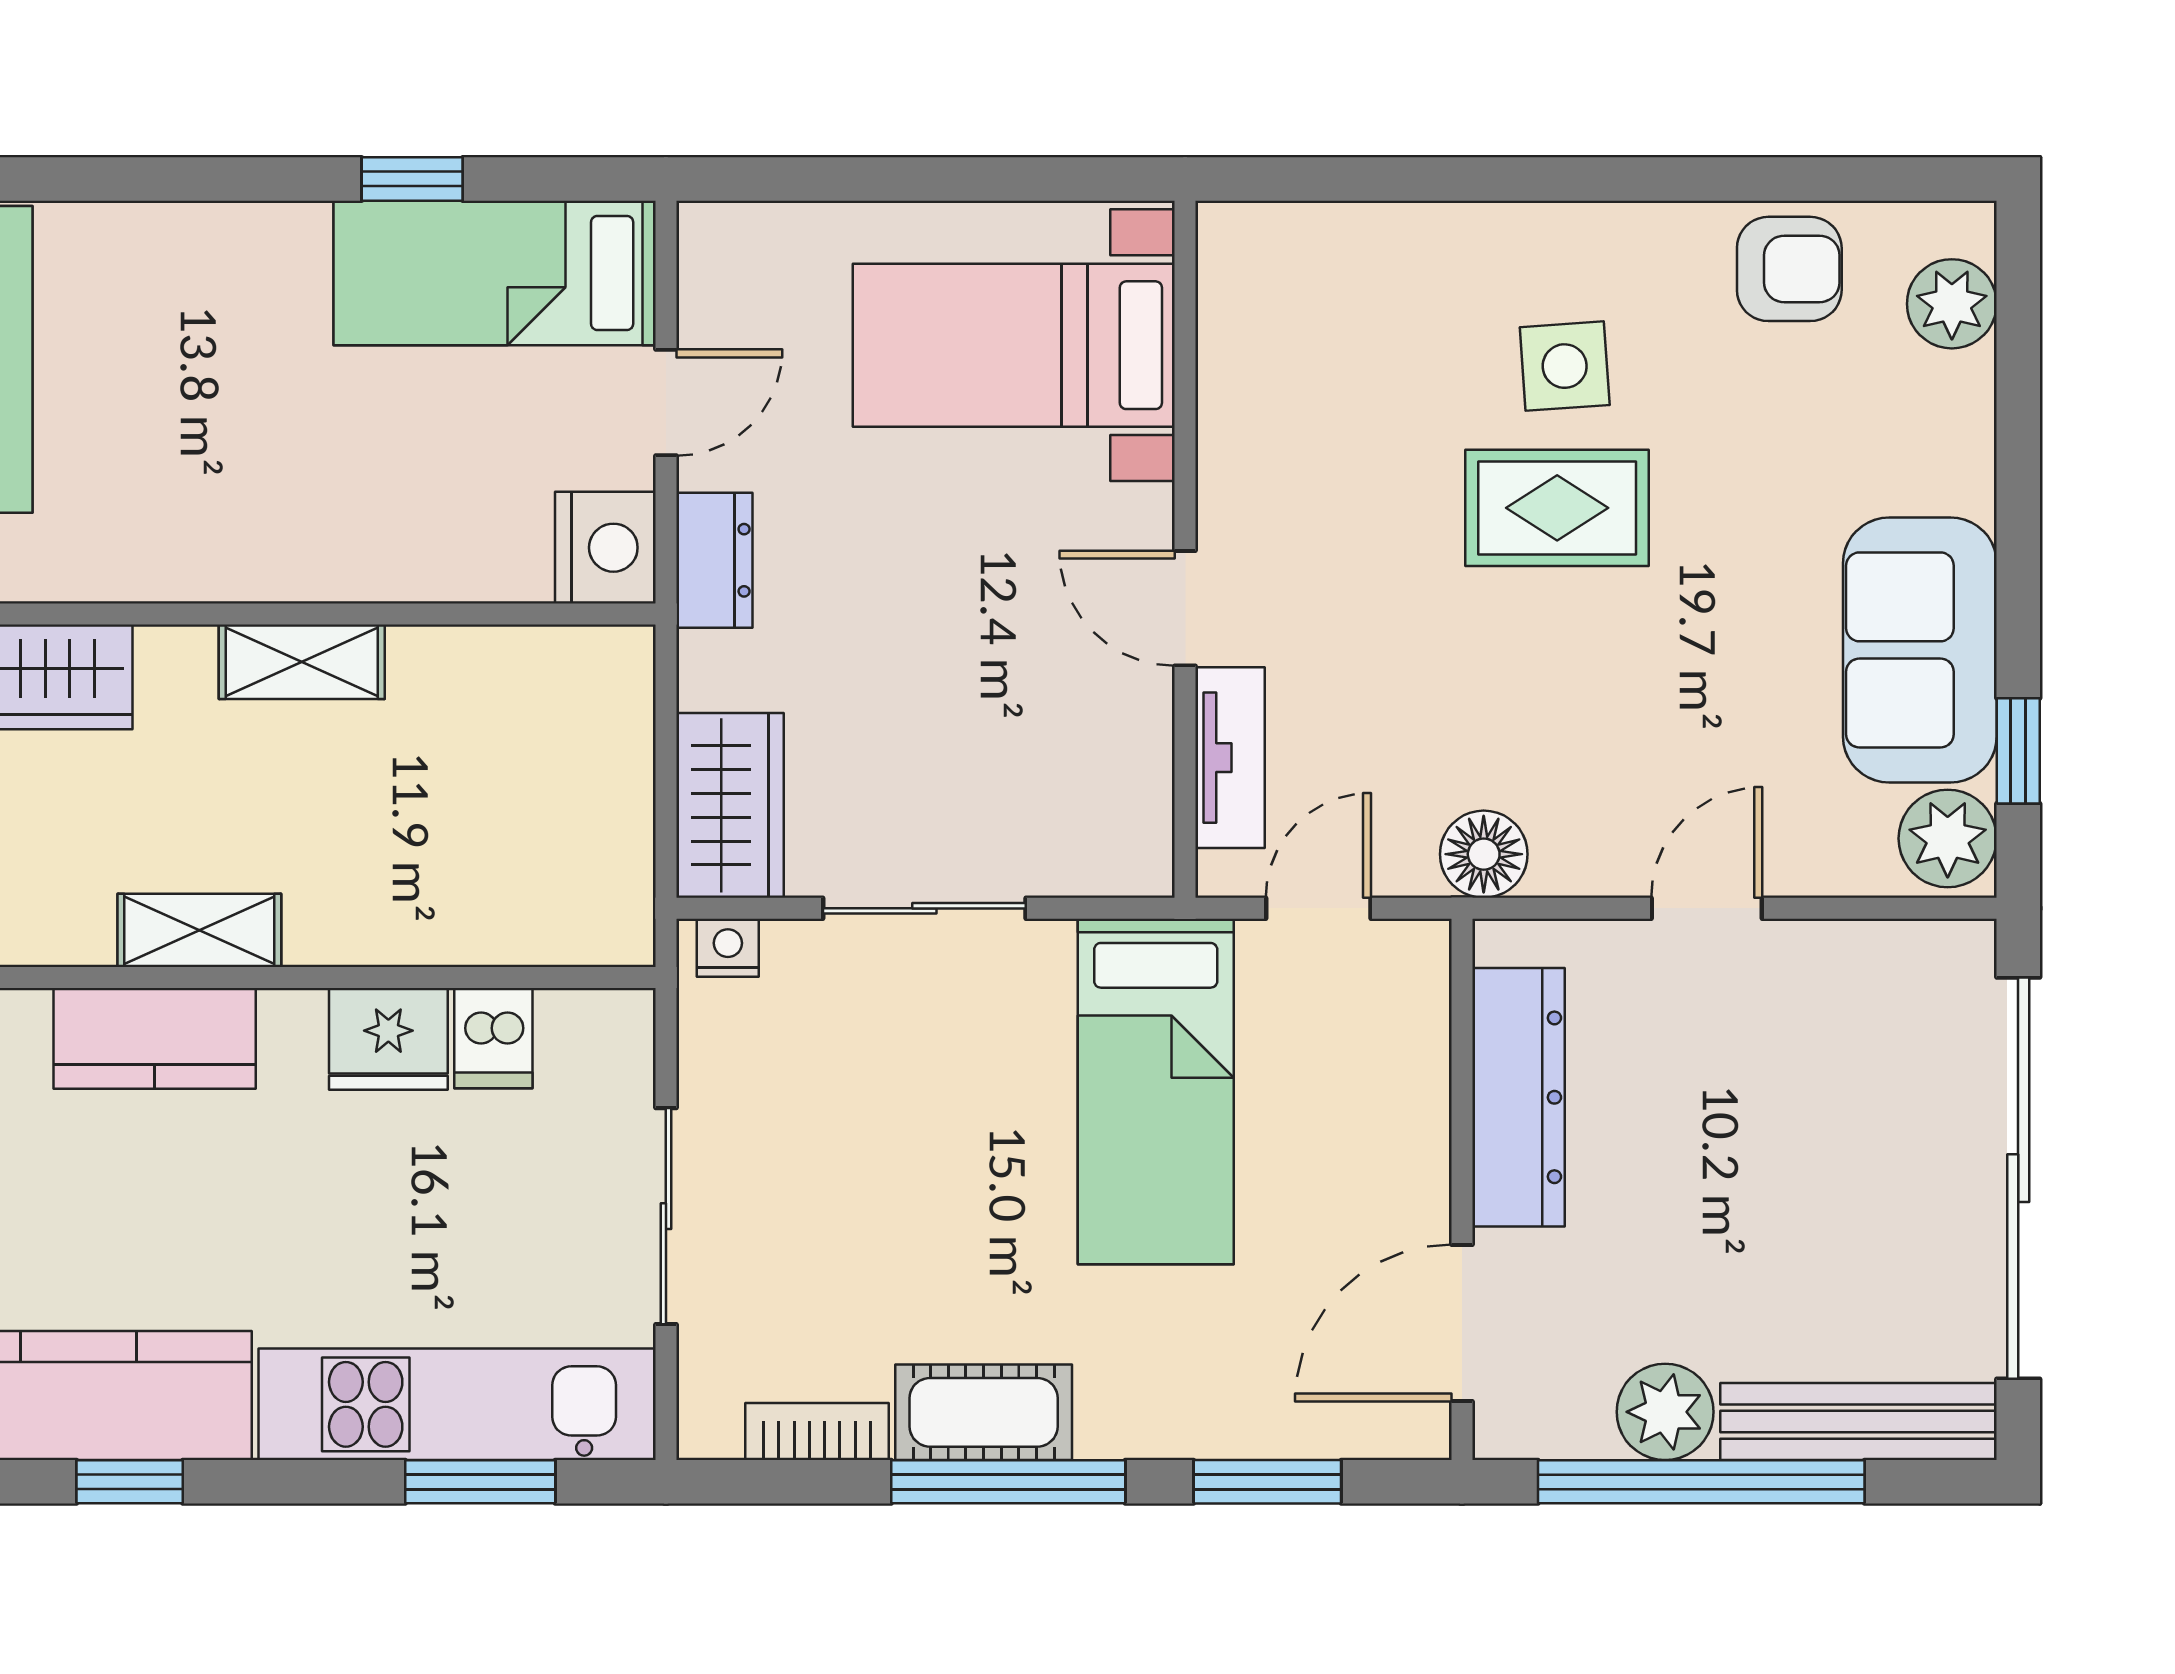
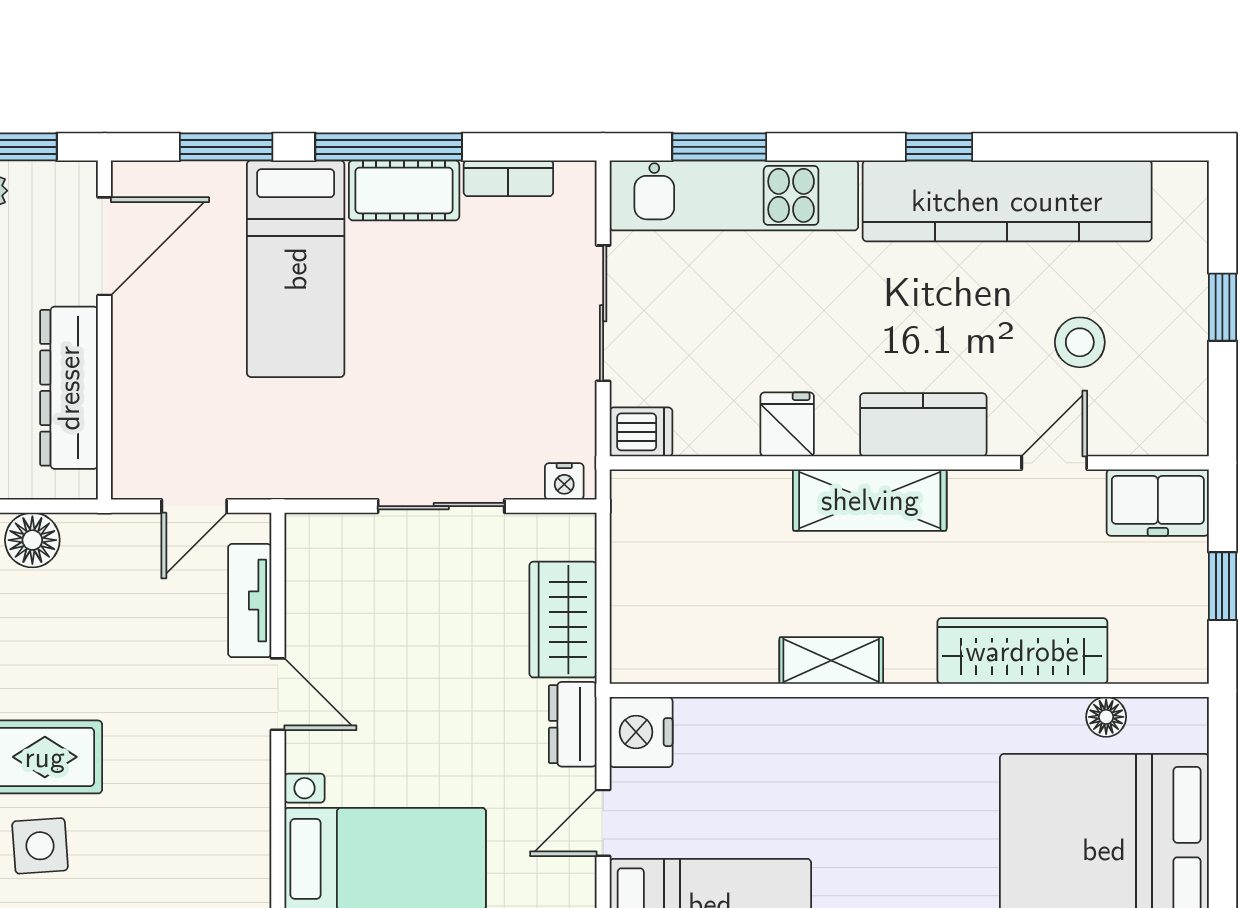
wardrobe: (730, 805) -> (563, 620), moved
floor lamp: (1484, 854) -> (32, 540), moved
shelving: (199, 930) -> (870, 500), width x1.50, depth x1.33
dishwasher: (493, 1038) -> (641, 432), moved, turned 90
fridge: (388, 1039) -> (787, 424), width x0.72
bed: (1156, 1092) -> (296, 269), moved, turned 180

